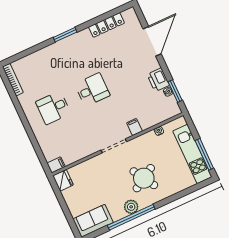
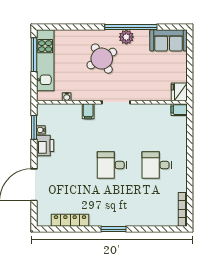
desk: (53, 108) -> (157, 165), turned 180

